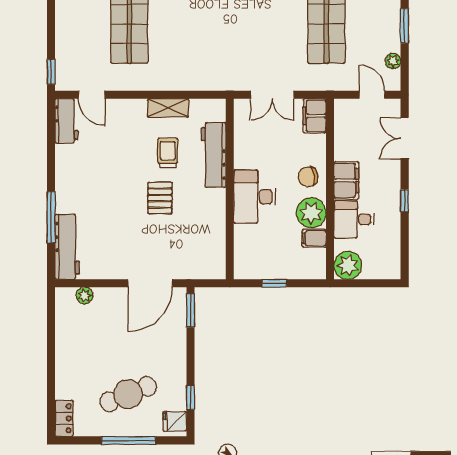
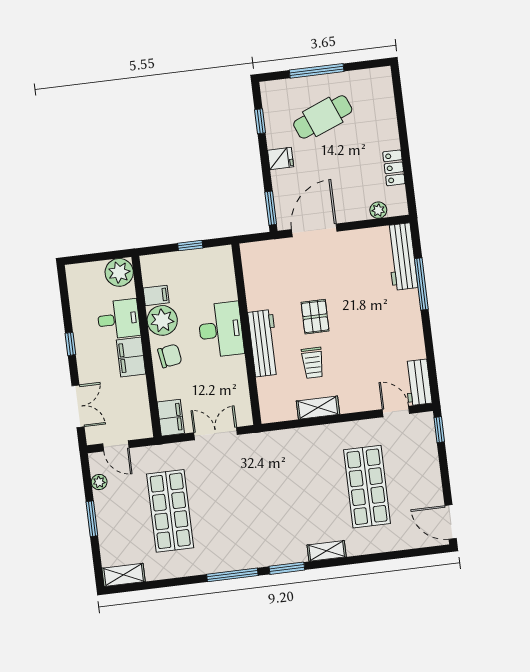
workbench: (214, 155) -> (264, 343), moved
locker: (64, 418) -> (394, 168), moved
fridge: (175, 421) -> (281, 158), moved

